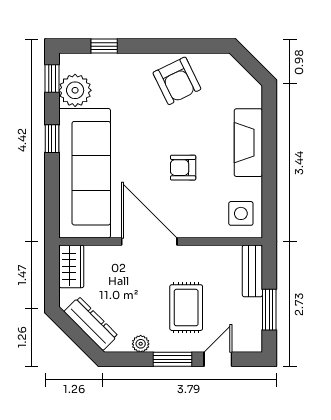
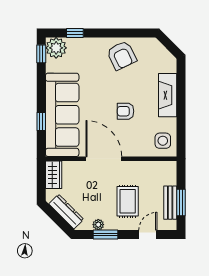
plant: (75, 90) -> (56, 48), moved
window: (52, 139) -> (41, 121), moved
bench: (252, 271) -> (170, 203), moved
window: (173, 359) -> (106, 235), moved

